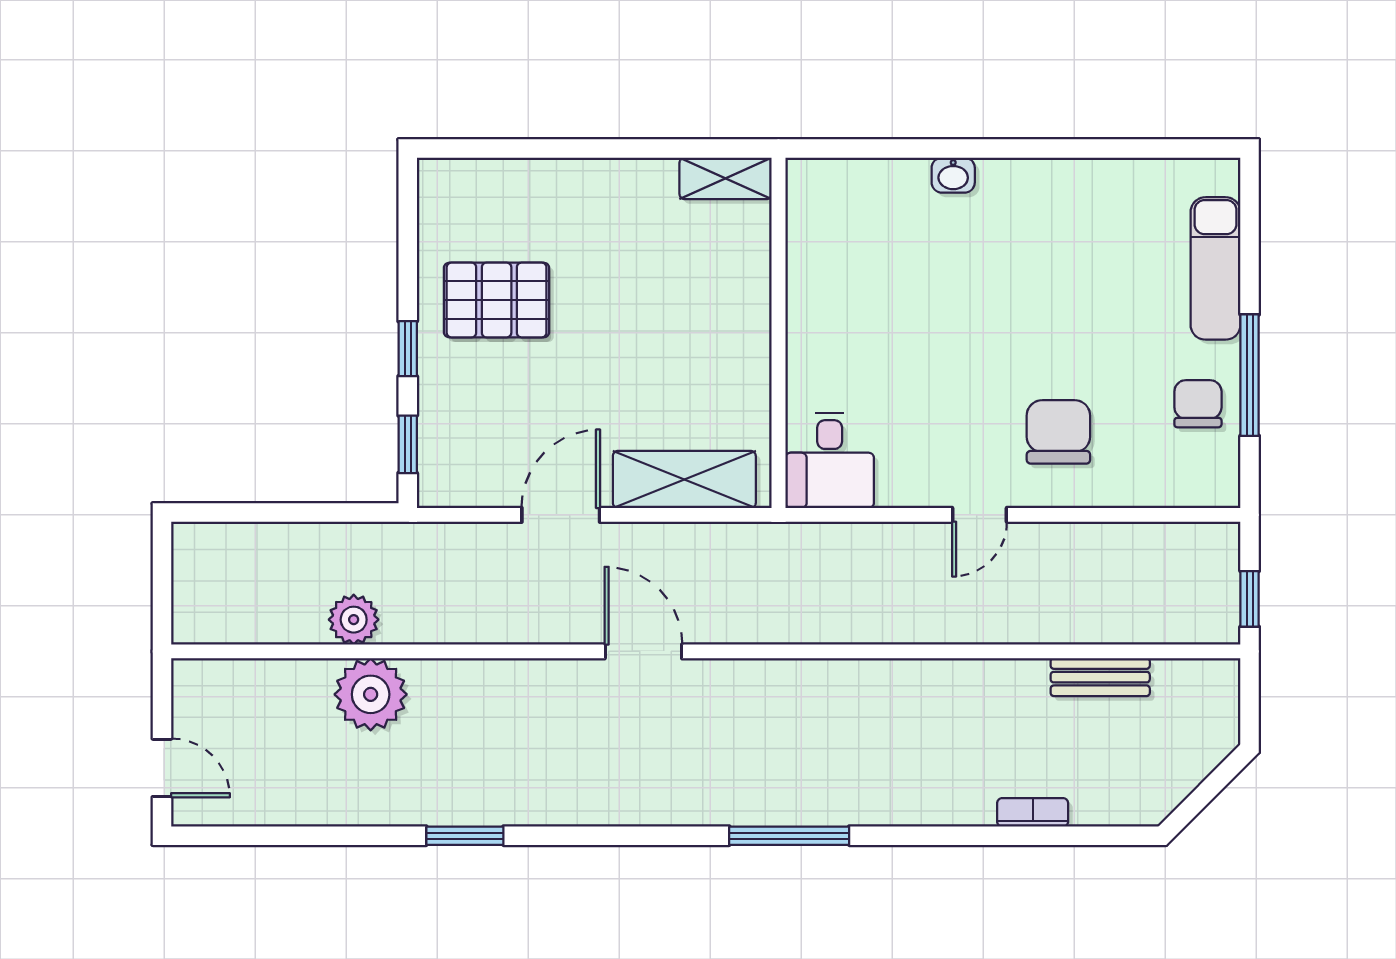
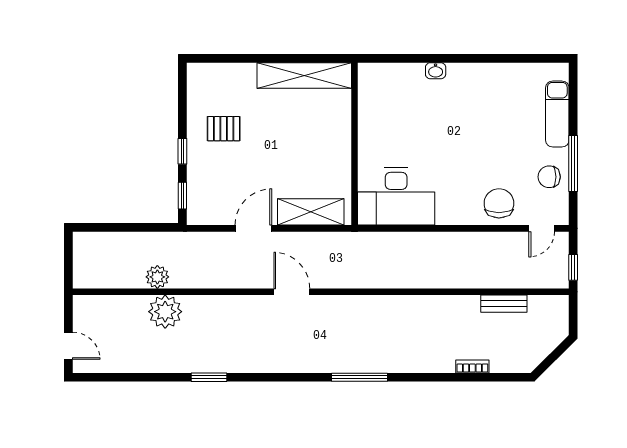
shelving: (726, 178) -> (304, 75), width x2.20, depth x1.33
pallet: (497, 300) -> (224, 129), width x0.67, depth x0.71
chair: (1198, 404) -> (549, 177), turned -90
chair: (1058, 432) -> (499, 203), moved
desk: (830, 460) -> (396, 196), width x1.87, depth x1.30
door: (979, 515) -> (542, 228), moved

